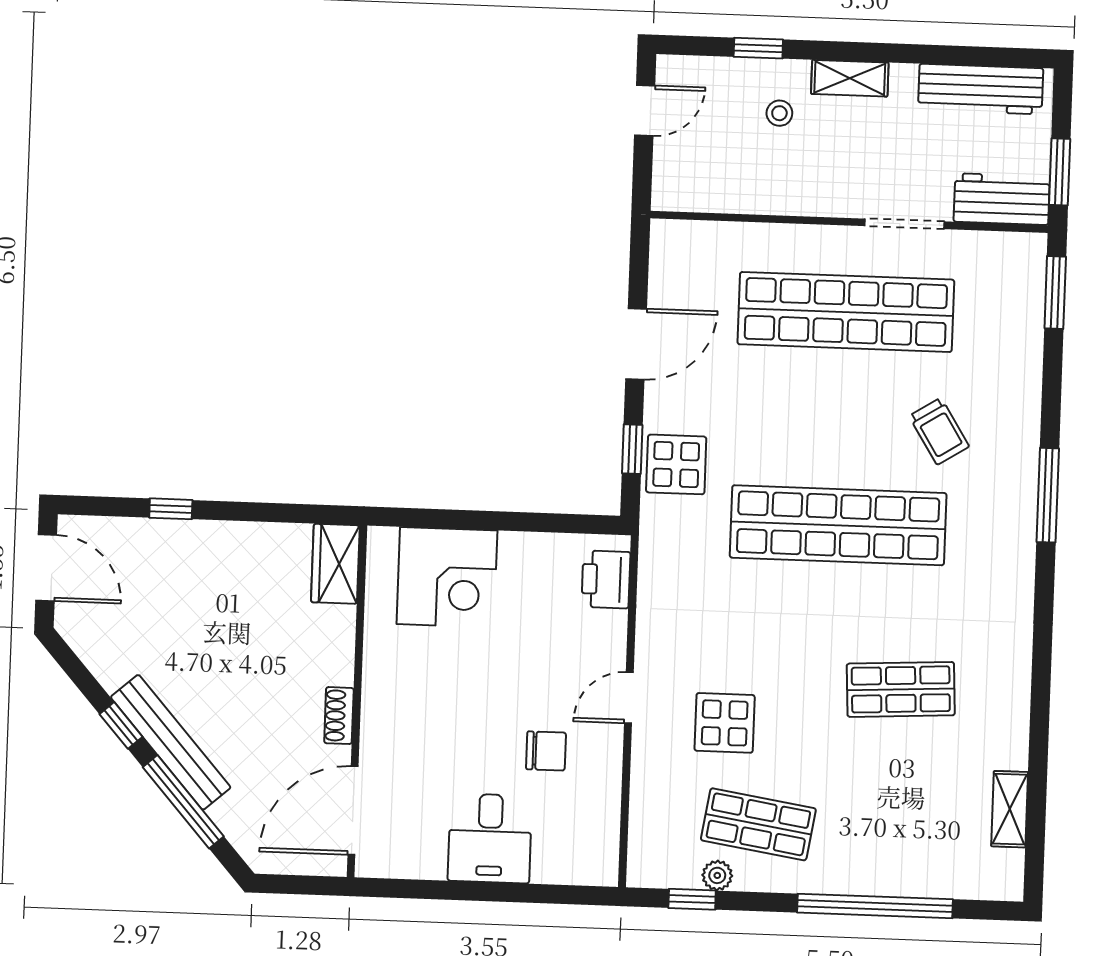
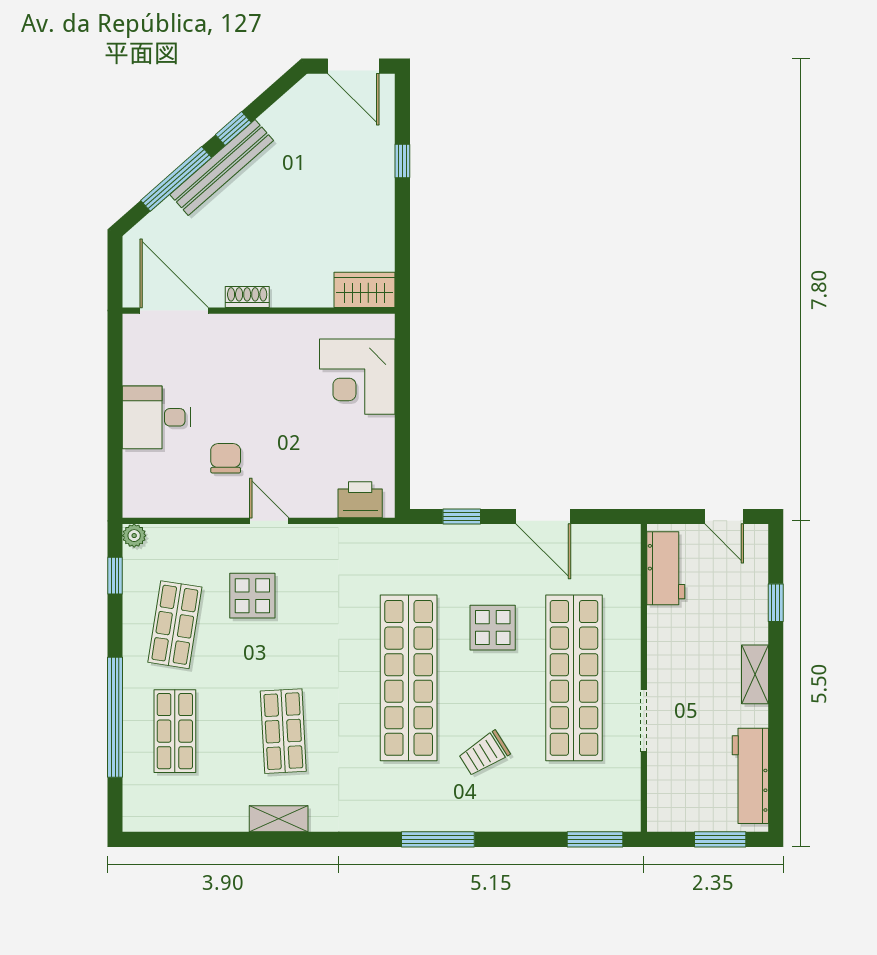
stool: (779, 113) -> (726, 621), removed
window: (1060, 172) -> (720, 839), moved
workbench: (1002, 199) -> (666, 568), moved
display table: (676, 464) -> (493, 628), moved
door: (46, 568) -> (353, 66), hinge flipped
chair: (546, 751) -> (226, 458), turned 180
shelving: (1010, 809) -> (279, 819), moved
shop shelf: (896, 829) -> (175, 731), added
plant: (717, 875) -> (134, 536), moved

